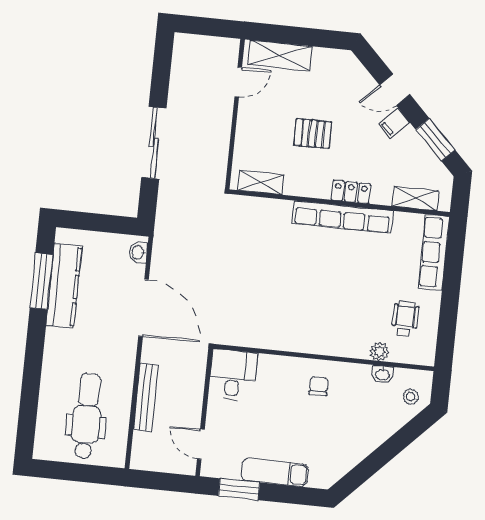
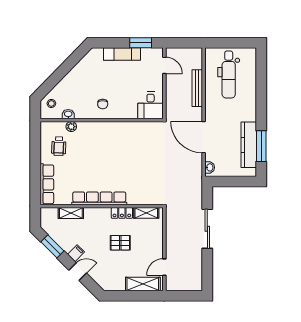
locker: (351, 192) -> (122, 213), moved
shelving: (416, 198) -> (71, 213), moved

